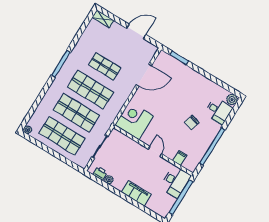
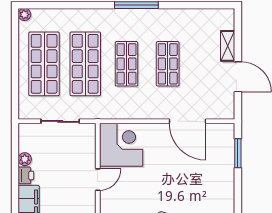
shelving: (103, 19) -> (228, 46), moved
shop shelf: (90, 90) -> (126, 64), width x0.70, depth x0.74
door: (155, 151) -> (98, 180), moved
printer: (100, 173) -> (26, 175), moved

